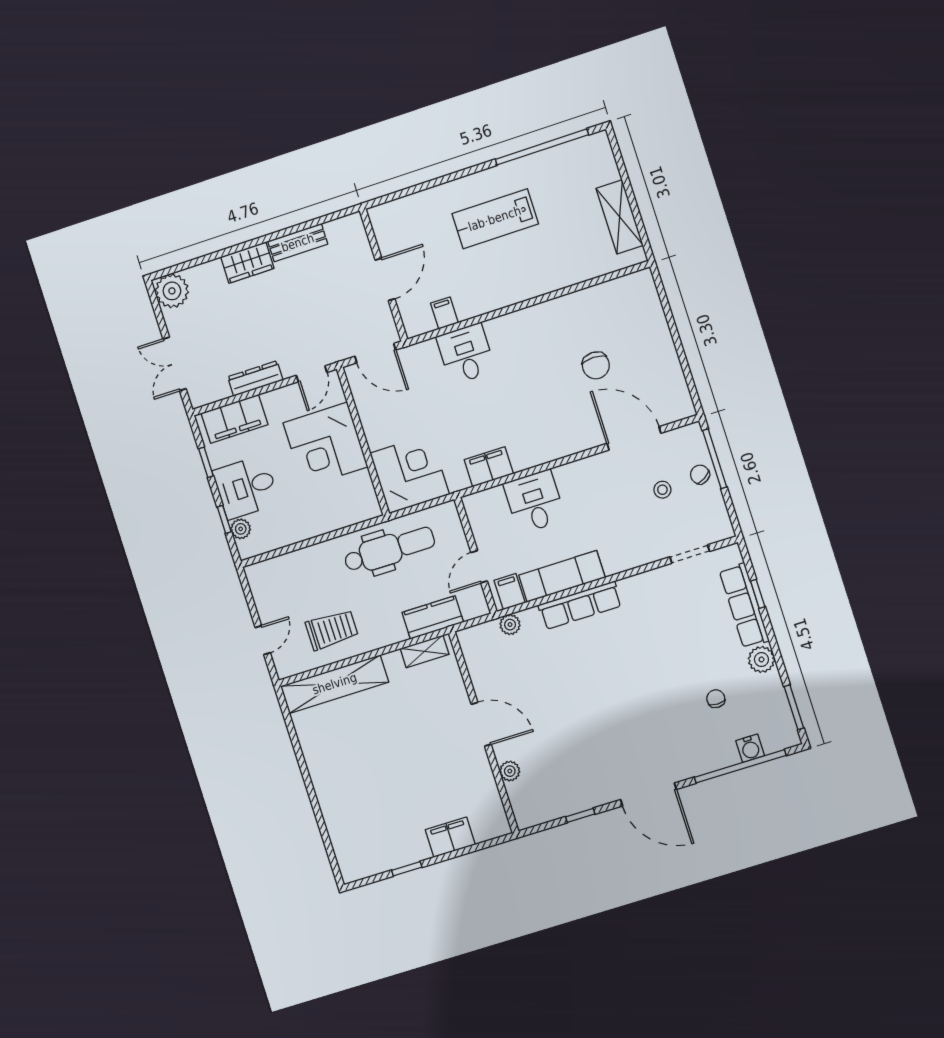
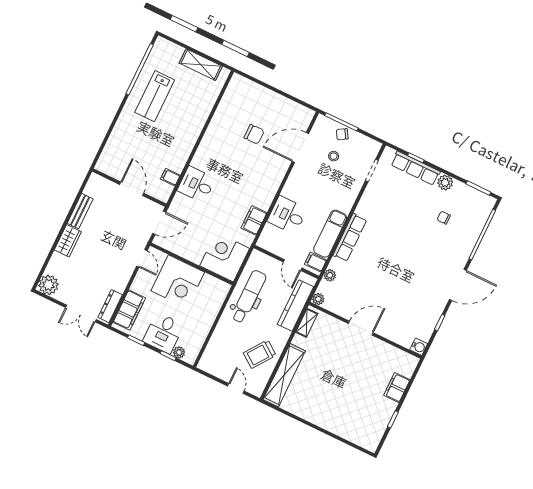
lab bench: (495, 219) -> (155, 96), moved
dresser: (255, 378) -> (110, 306), moved
kitchen counter: (433, 617) -> (295, 306), width x1.50
trolley: (332, 630) -> (260, 354), turned -144
water cooler: (750, 748) -> (419, 347), moved
plant: (510, 771) -> (318, 299), moved

